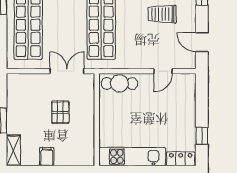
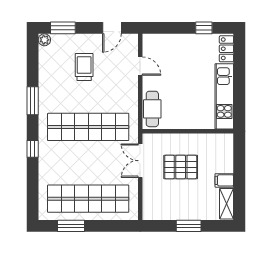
trolley: (162, 14) -> (84, 67), turned 180
pallet: (60, 112) -> (181, 167), width x1.50, depth x1.42
shelving: (13, 150) -> (227, 204), moved, turned 90

